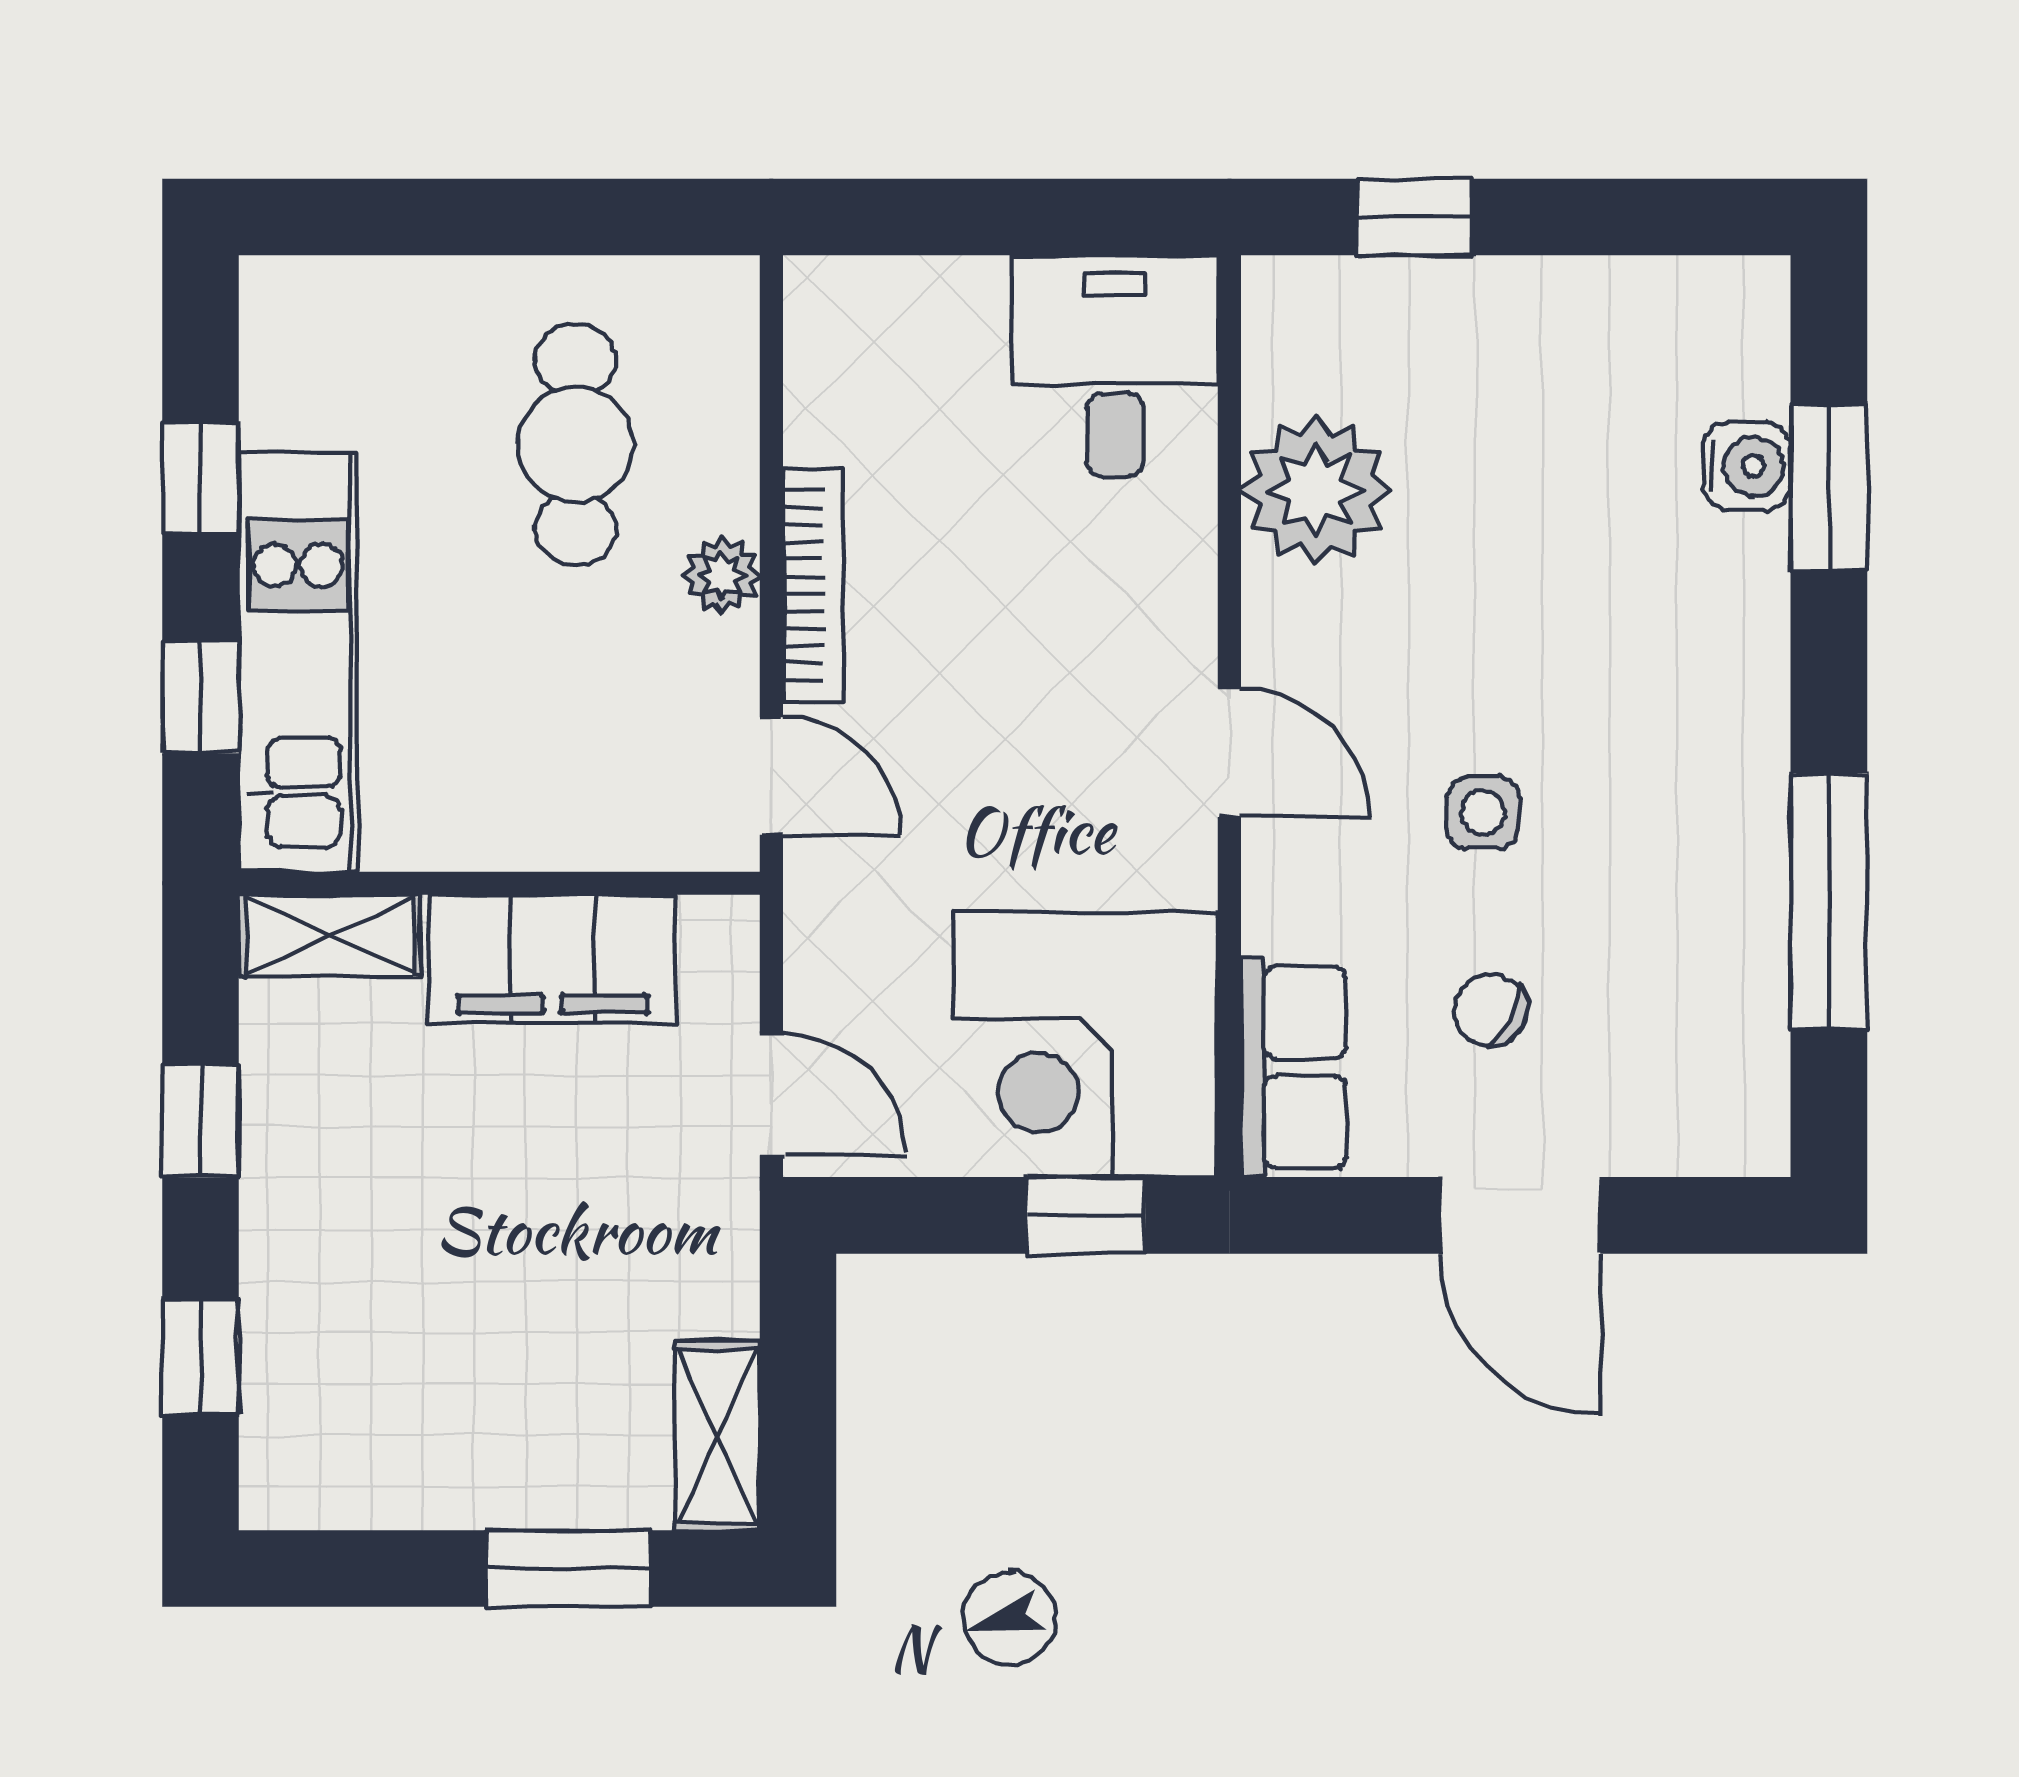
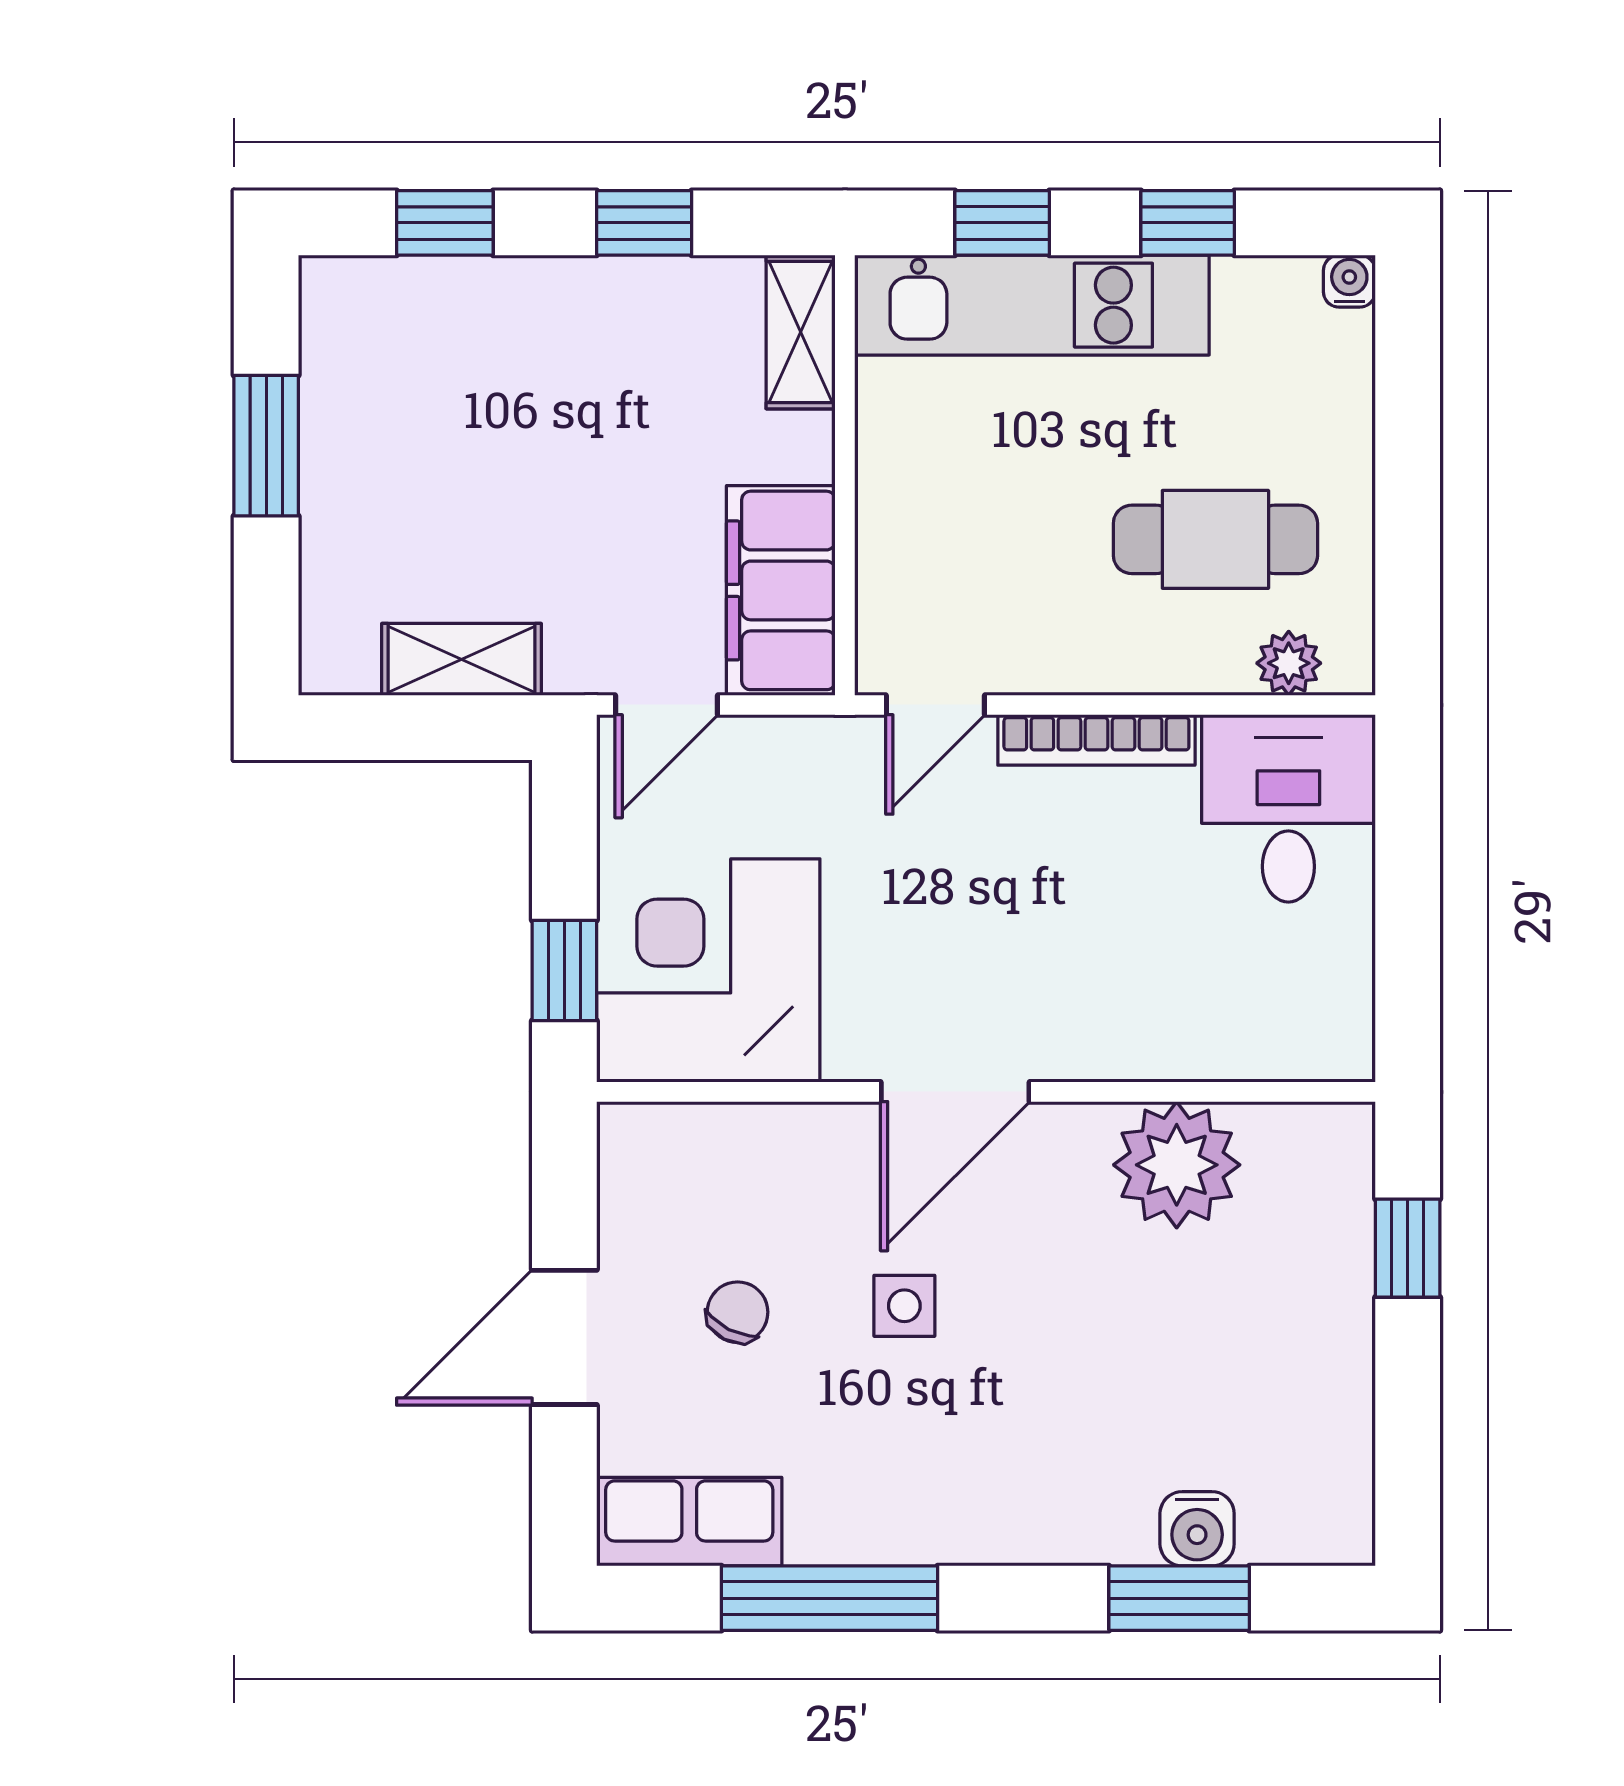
water cooler: (269, 286) -> (1349, 281), added
desk: (1115, 366) -> (1288, 808), moved, turned -90
plant: (722, 575) -> (1289, 663), moved
door: (1229, 753) -> (955, 1092), width x1.38
filing cabinet: (552, 959) -> (781, 590), moved
row of seats: (1293, 1068) -> (689, 1522), moved, turned 180
shelving: (717, 1436) -> (461, 659), moved
window: (568, 1569) -> (266, 446), moved

